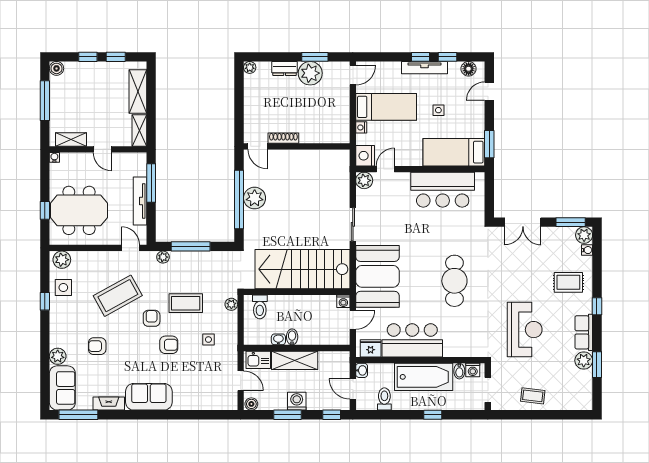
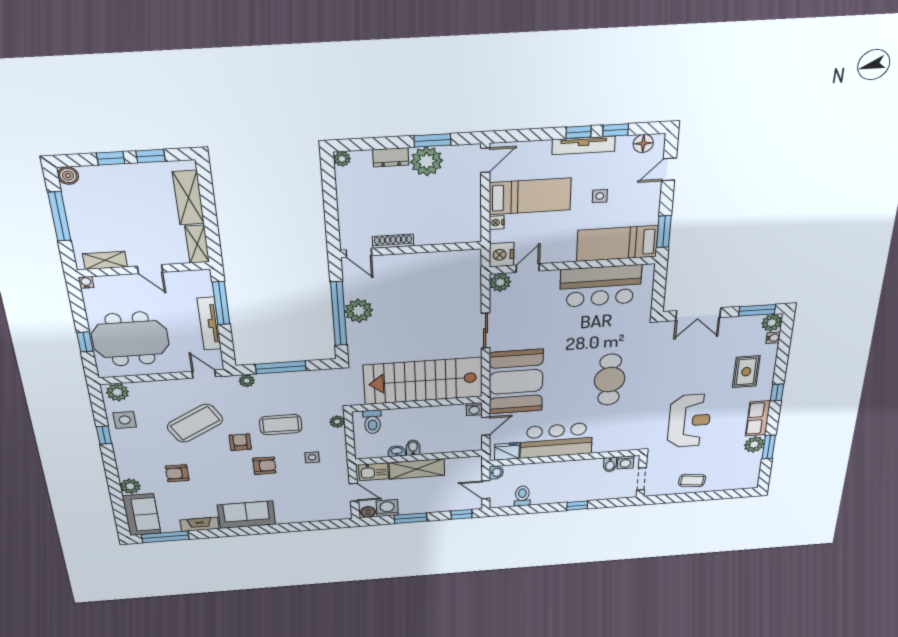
rug: (568, 282) -> (746, 372), turned 90
bathtub: (424, 377) -> (568, 473), removed
washing machine: (297, 401) -> (387, 508), moved

